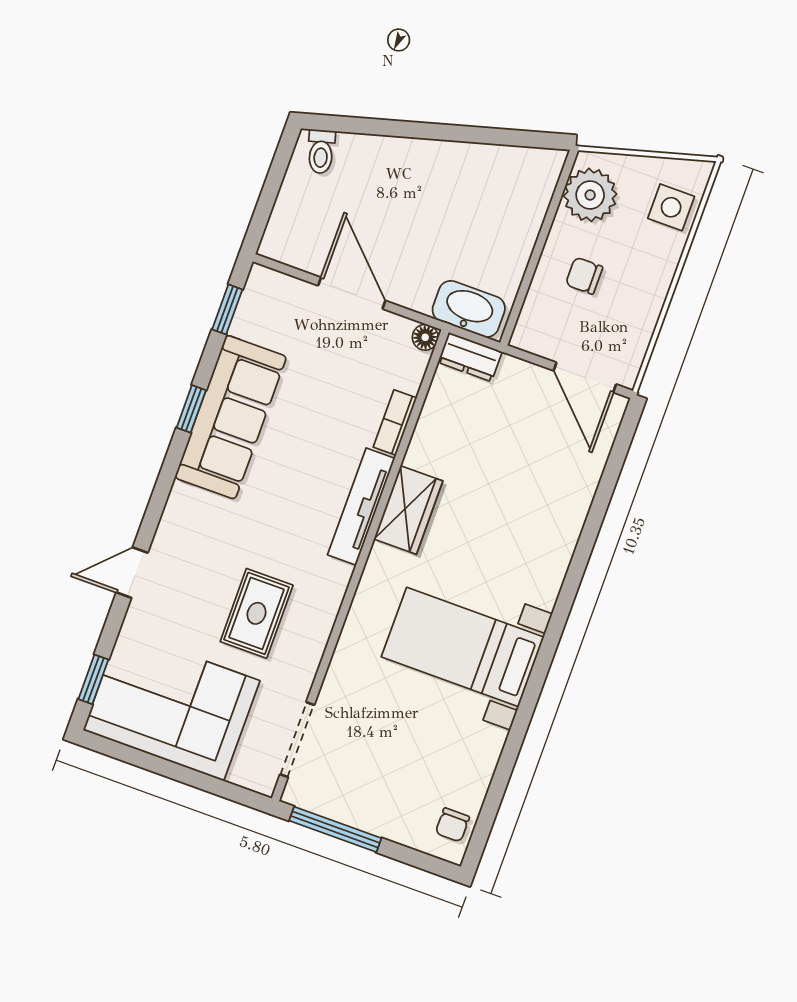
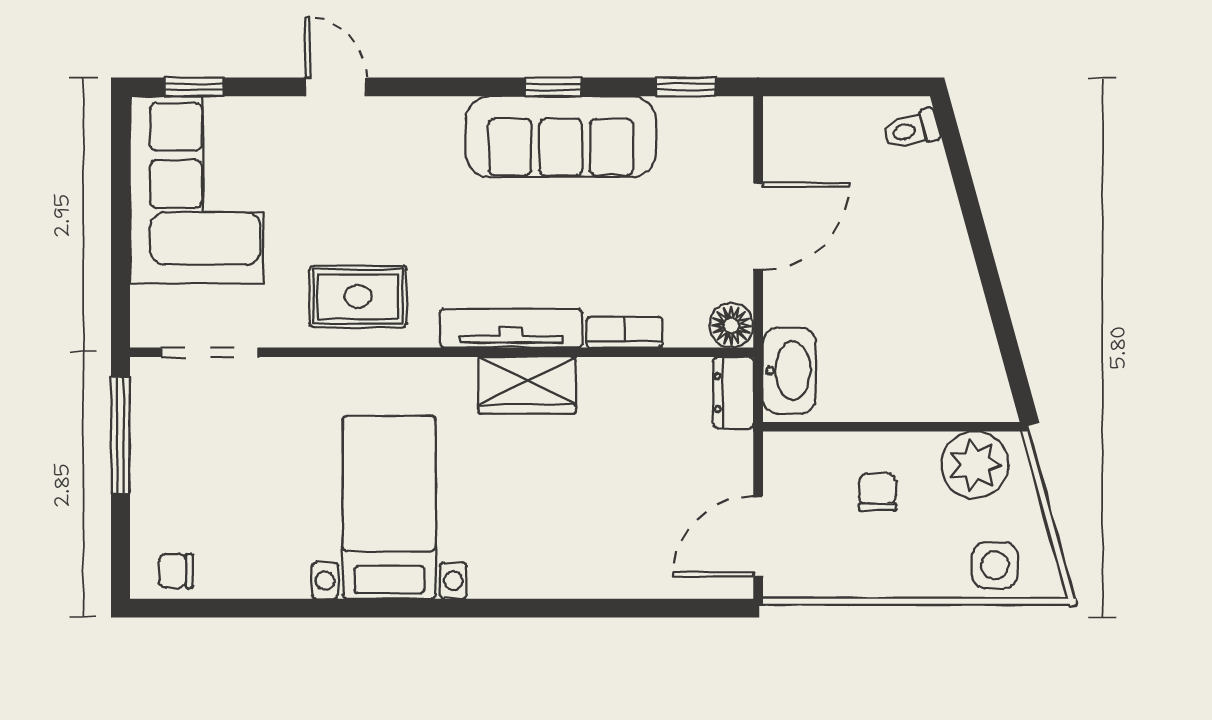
floor lamp: (425, 337) -> (731, 325), width x1.37, depth x1.37
rug: (257, 613) -> (358, 297), moved

